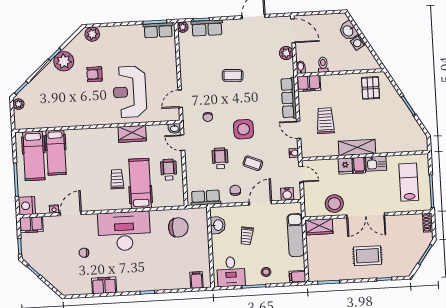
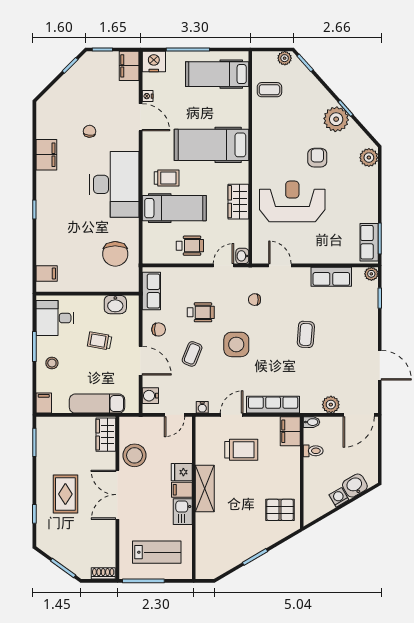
row of seats: (207, 28) -> (331, 277), moved, turned -90
coffee table: (44, 114) -> (269, 90), added
hospital bed: (56, 153) -> (211, 145), moved, width x1.37, depth x1.29
trolley: (117, 179) -> (167, 178), moved

